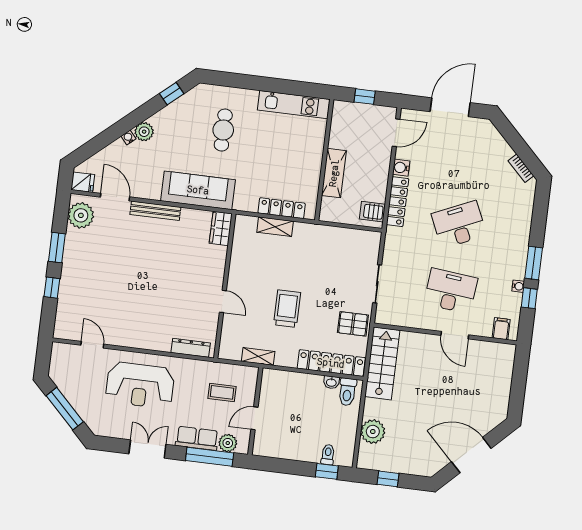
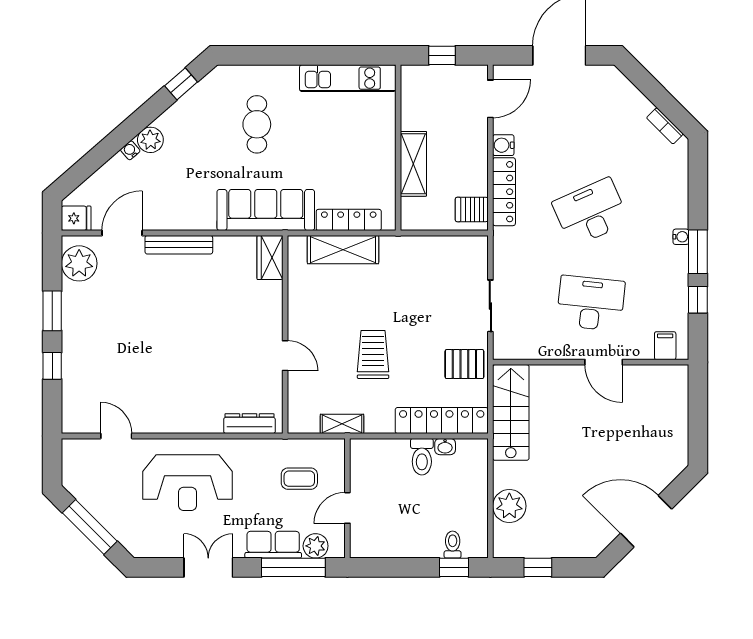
sofa: (198, 190) -> (266, 210), moved
door: (115, 197) -> (122, 233), hinge flipped
shelving: (275, 227) -> (343, 250), width x1.50, depth x1.33
water cooler: (518, 286) -> (681, 237), moved
toilet: (347, 392) -> (422, 457), moved

